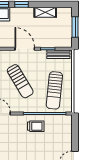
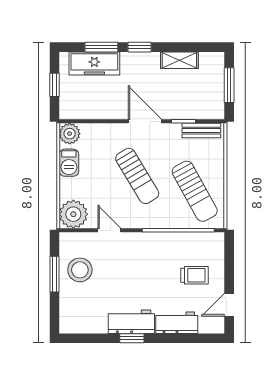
sun lounger: (54, 90) -> (195, 191), turned -35
trolley: (36, 126) -> (194, 275), moved

